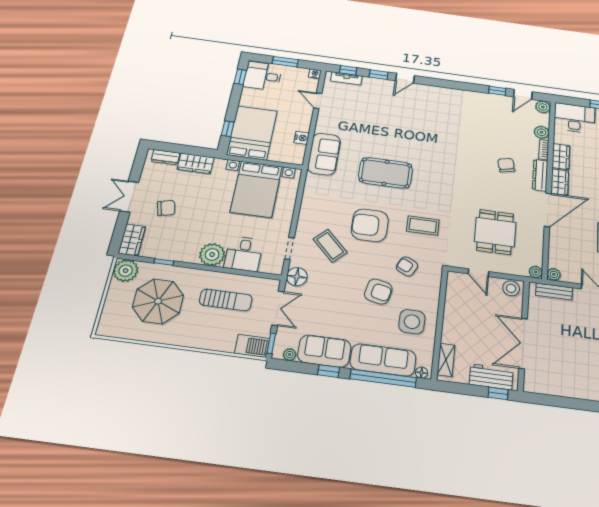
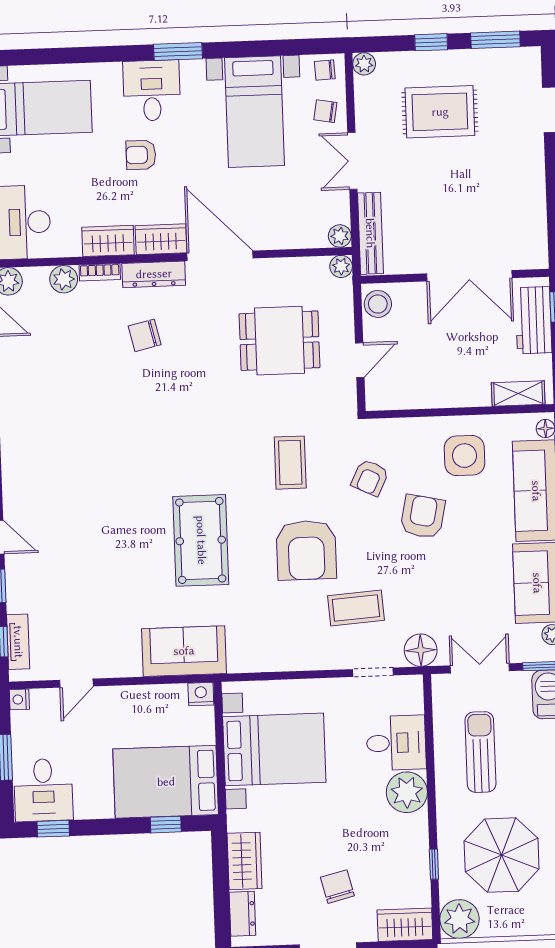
nightstand: (302, 138) -> (201, 694), moved
coffee table: (330, 246) -> (356, 608), turned 41
bench: (554, 291) -> (370, 233), width x1.36

